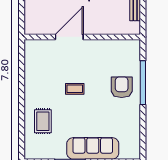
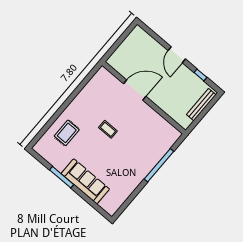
armchair: (122, 87) -> (141, 156), removed

